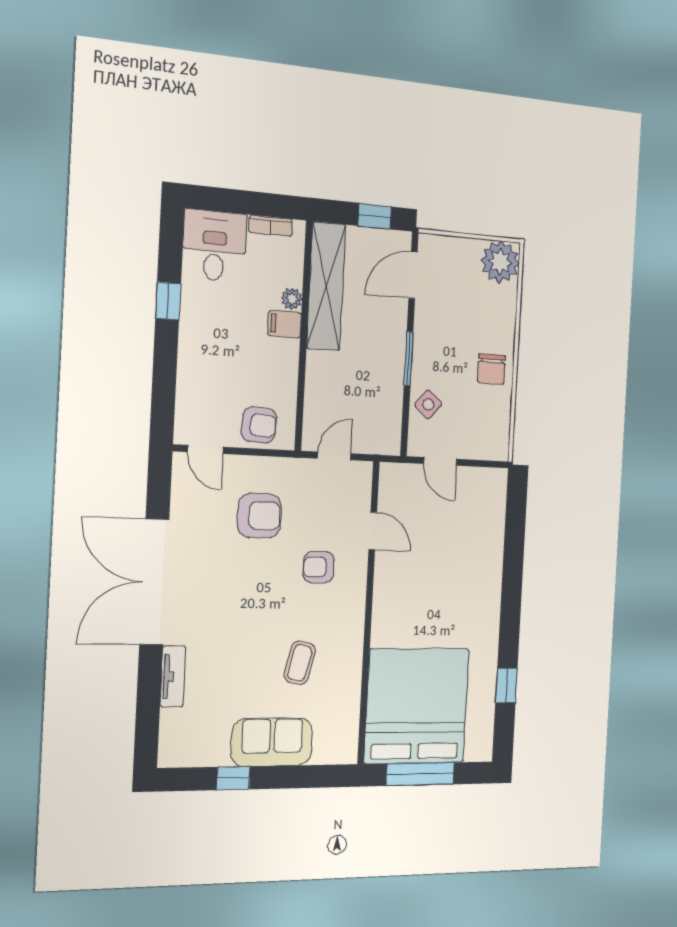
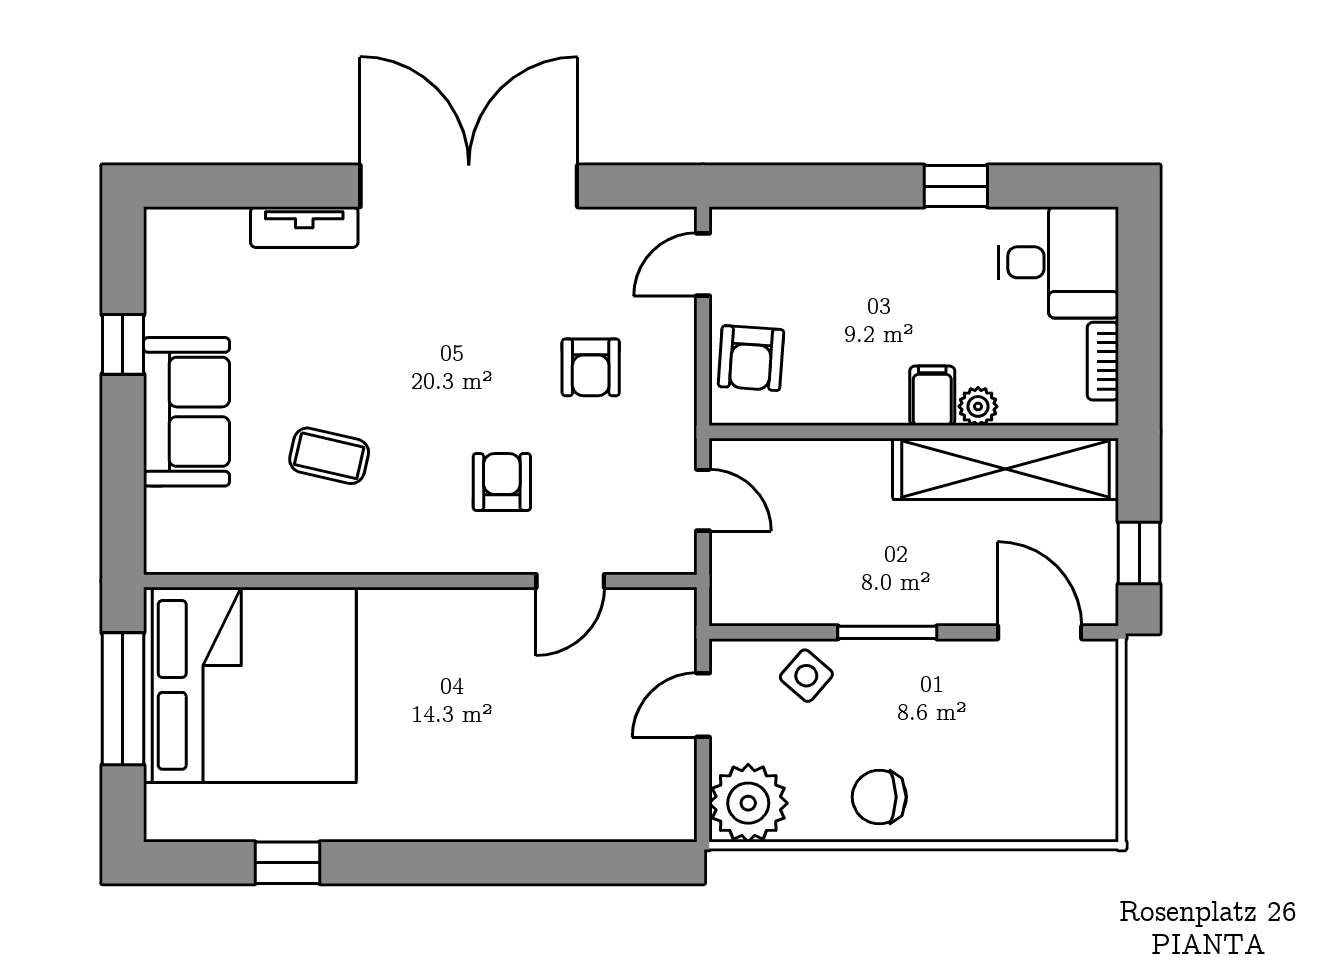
plant: (500, 262) -> (748, 803), moved
armchair: (259, 516) -> (591, 367), width x0.72, depth x0.72

